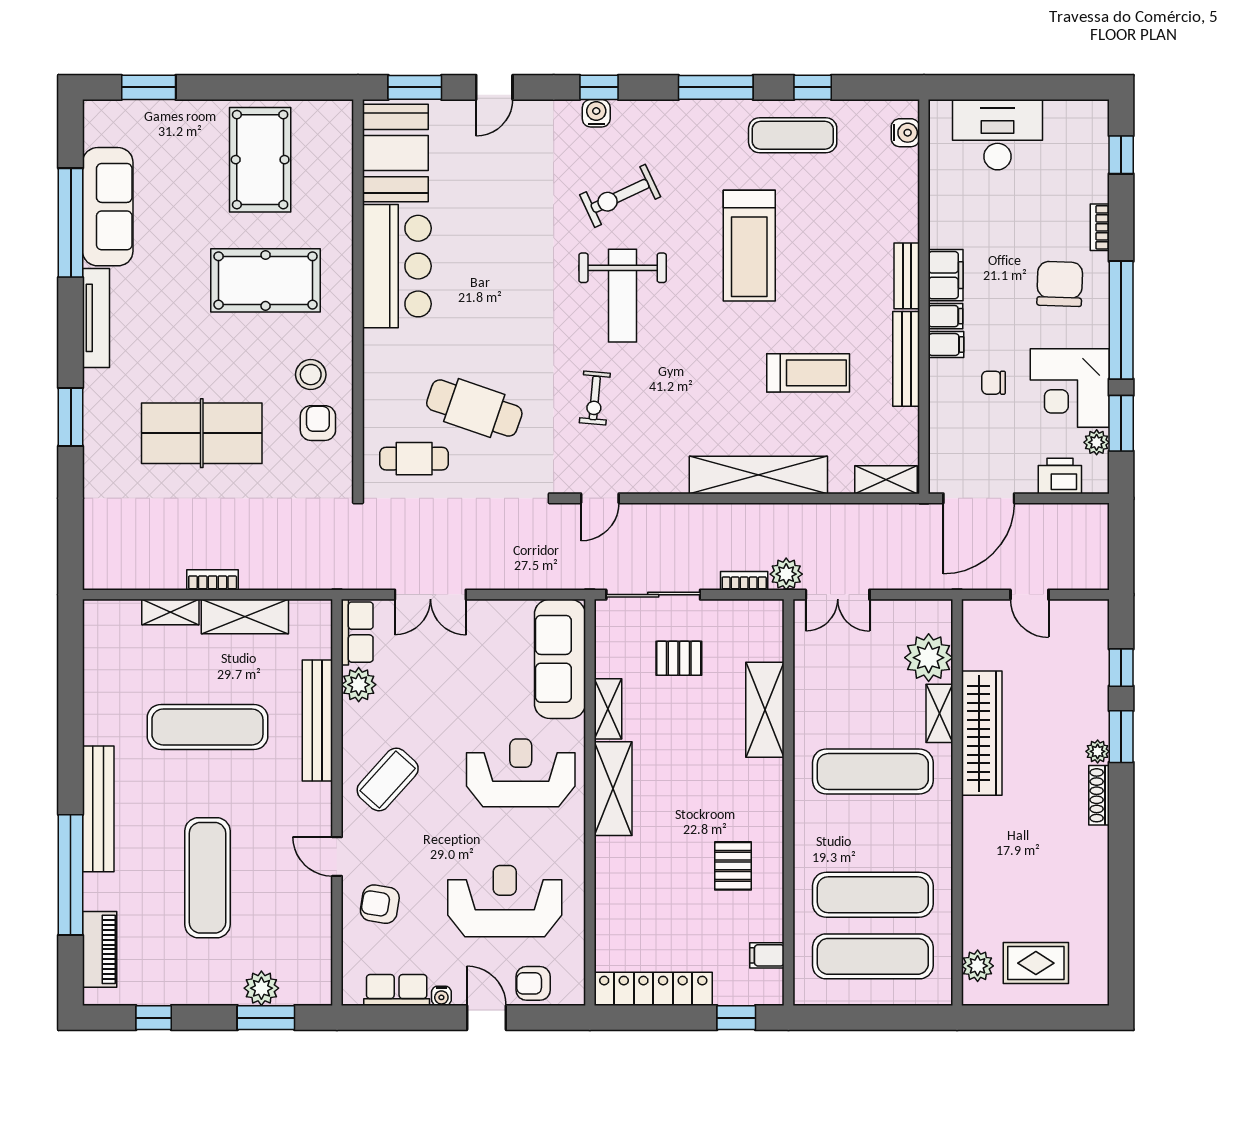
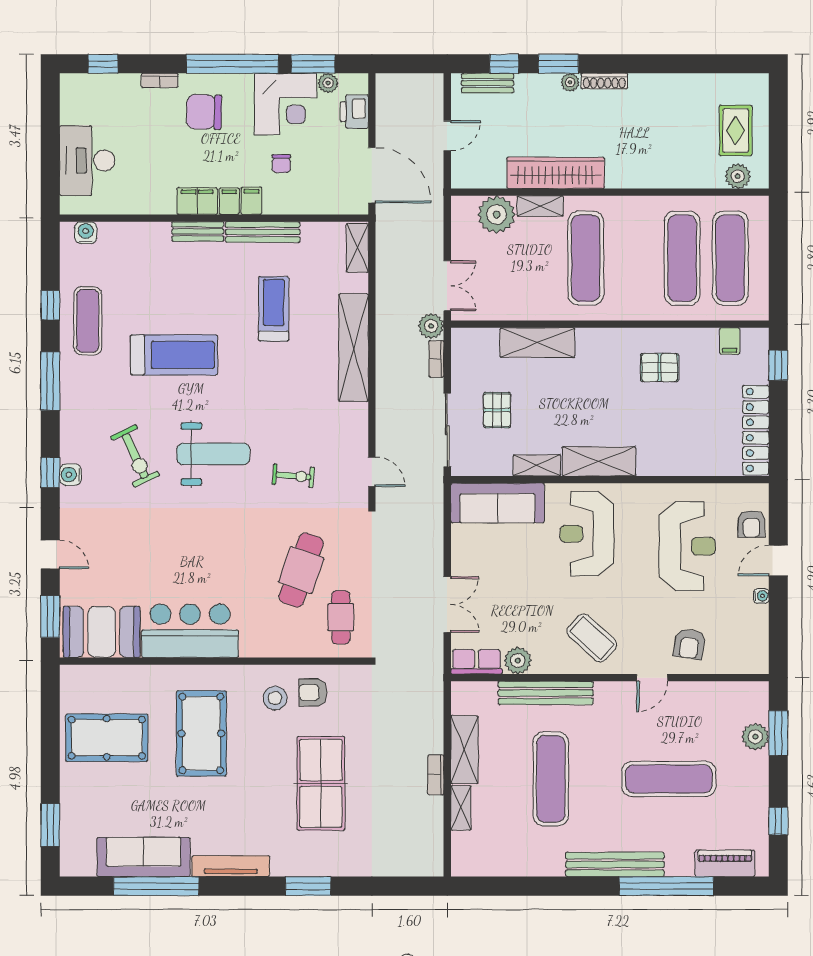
bench: (1096, 646) -> (488, 83), added
reception desk: (505, 901) -> (687, 546), turned 180
row of seats: (397, 990) -> (757, 631), removed

